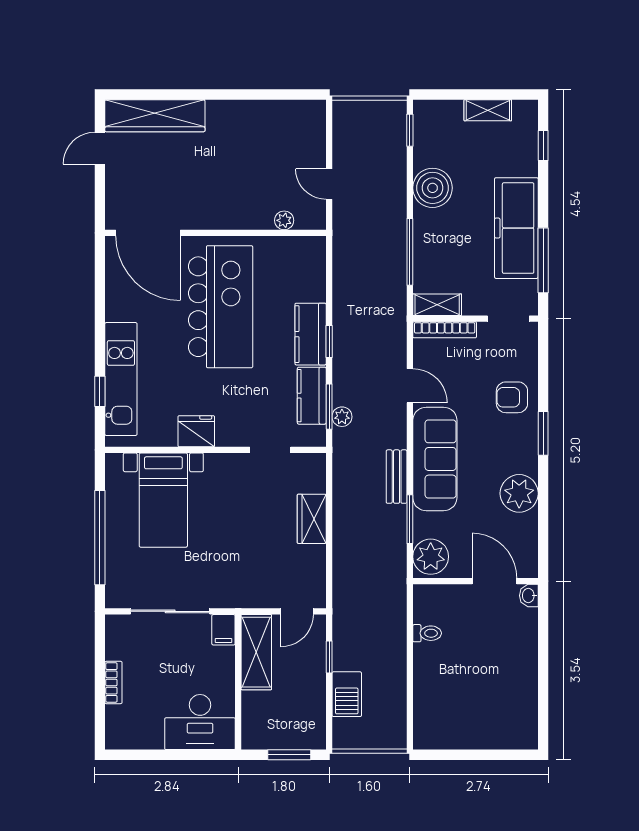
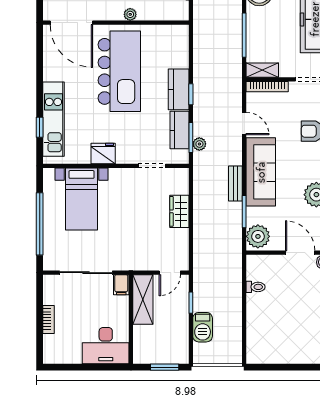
plant: (284, 220) -> (130, 14), moved

